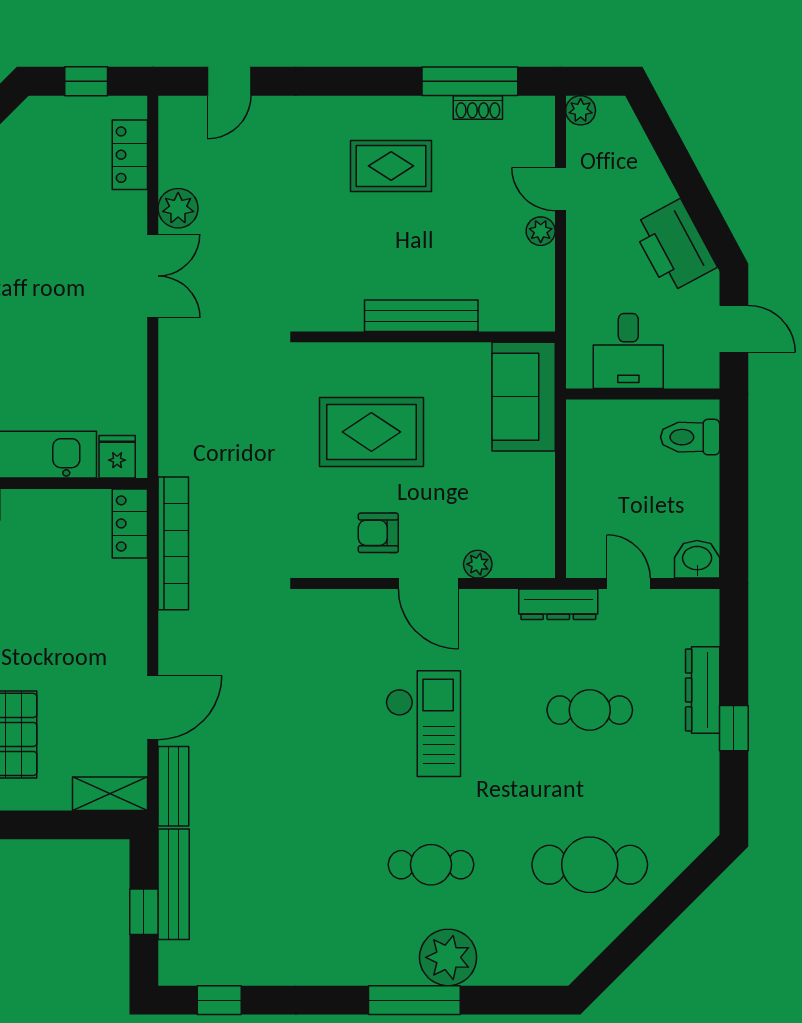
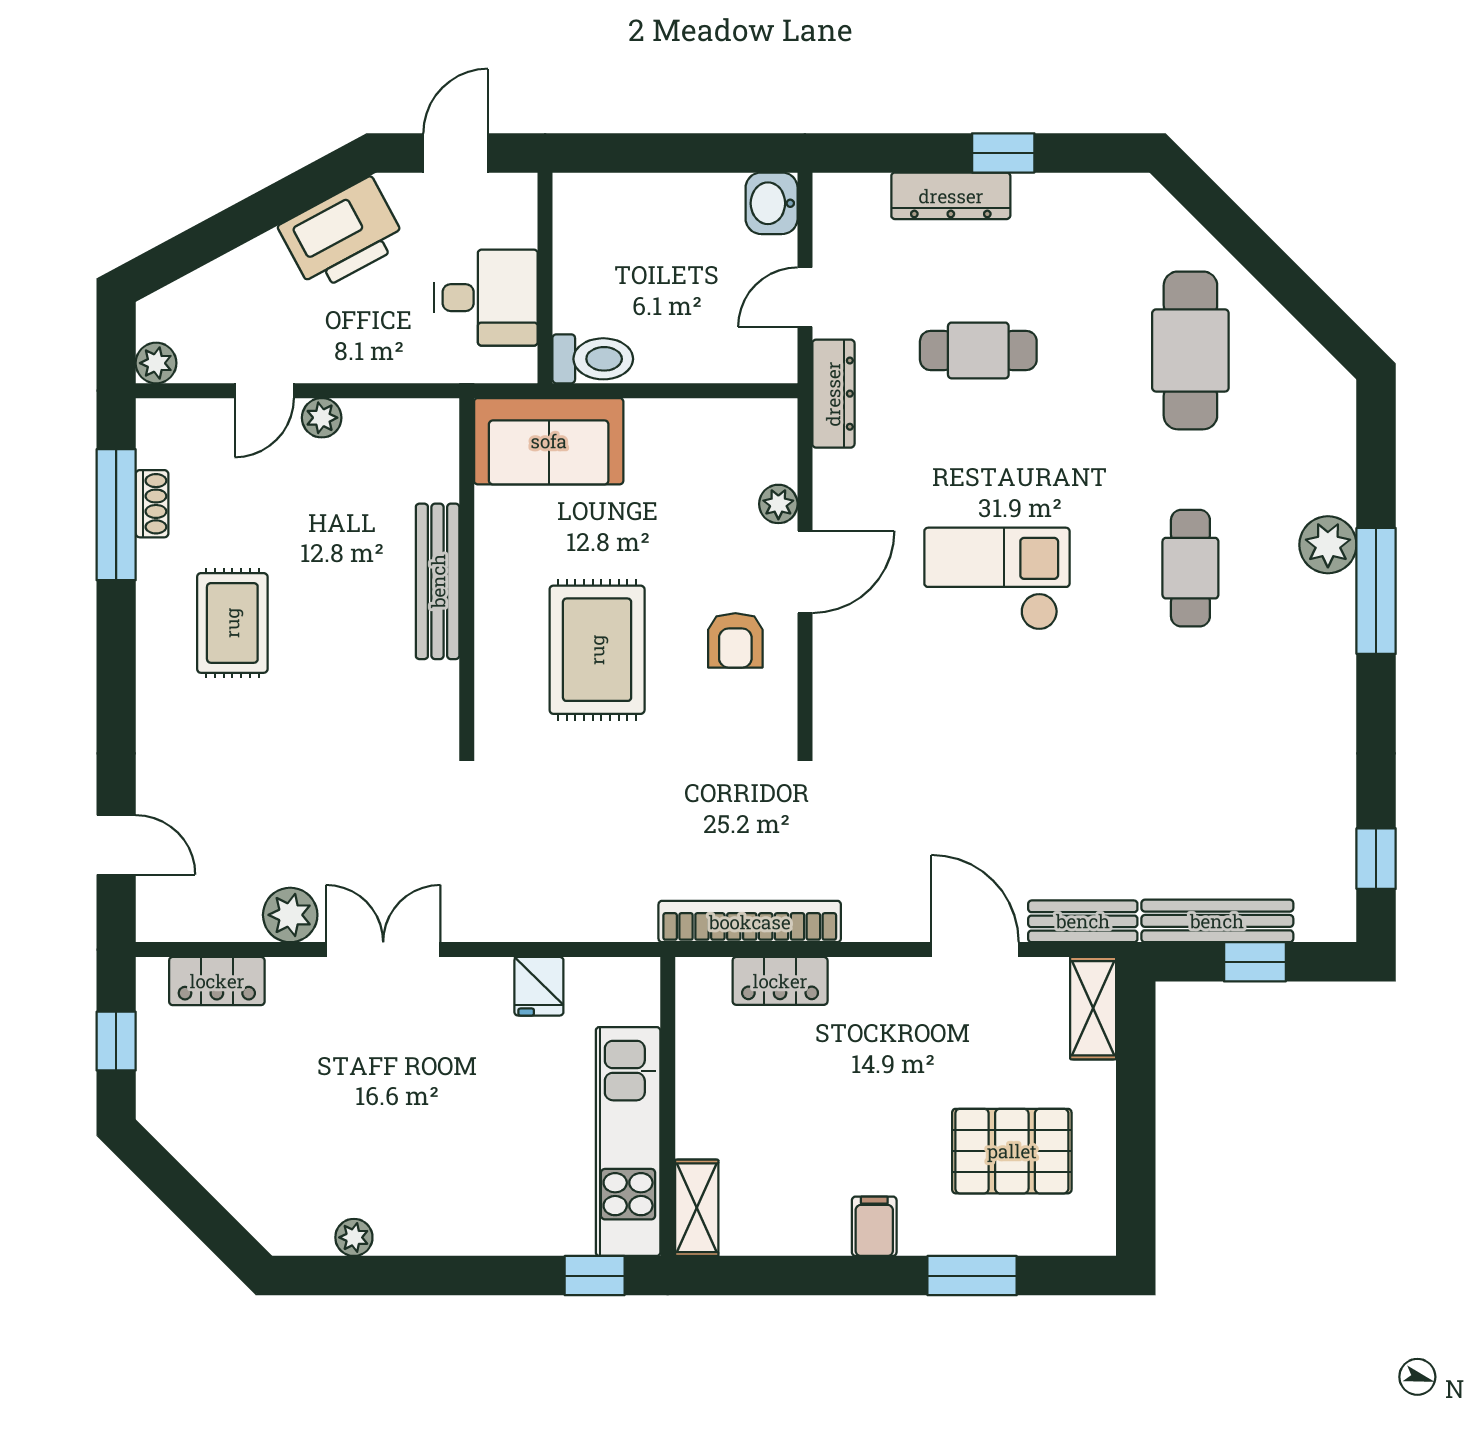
toilet: (690, 437) -> (593, 359), moved, turned -90
fridge: (117, 457) -> (539, 986), moved, turned -90
locker: (130, 523) -> (780, 981), moved
cafe table: (590, 710) -> (978, 350), turned 90
plant: (448, 957) -> (1328, 545), width x0.73, depth x0.73

